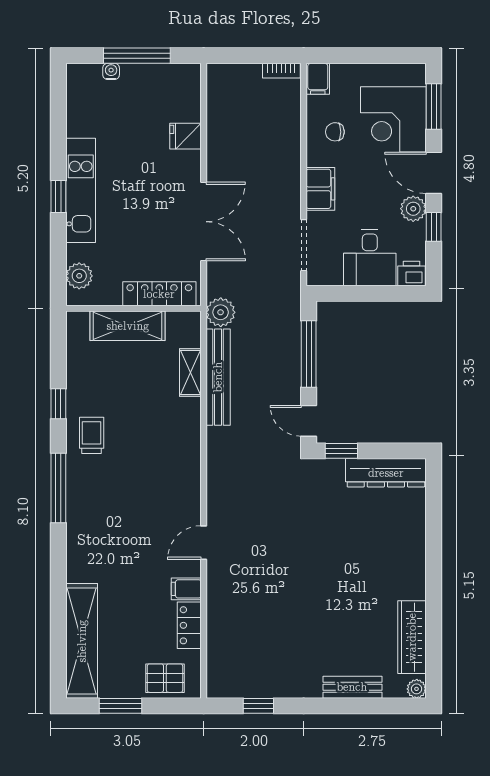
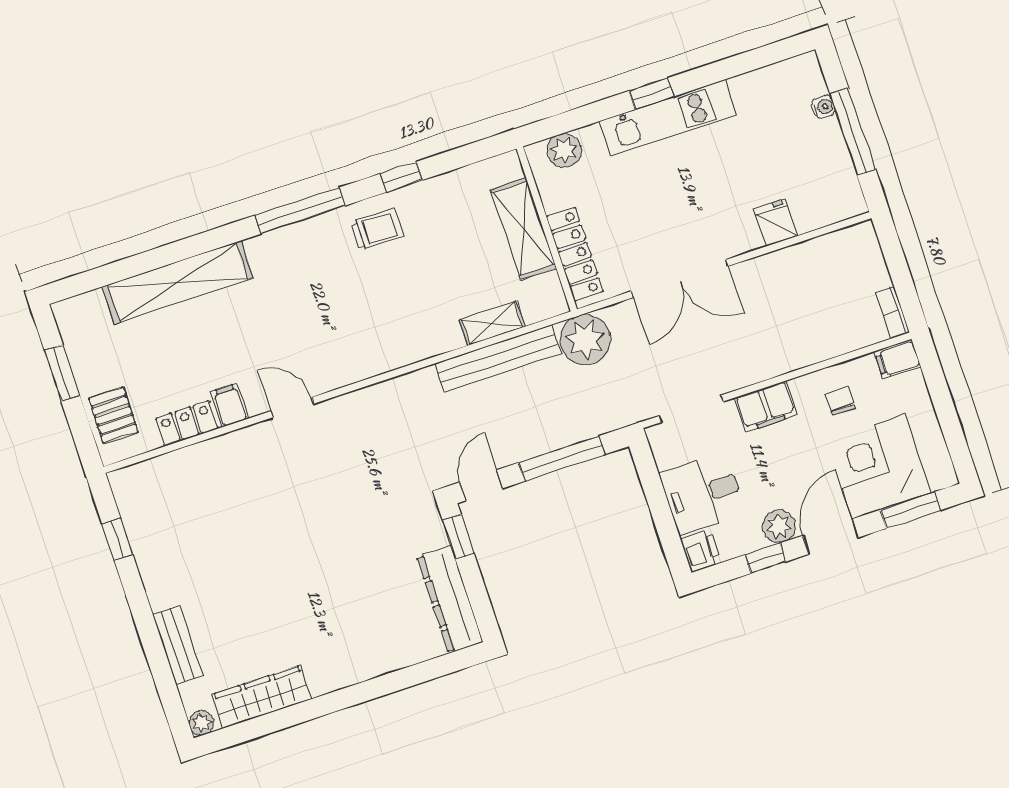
plant: (221, 312) -> (585, 340), width x1.36, depth x1.36
shelving: (82, 641) -> (178, 282), moved

